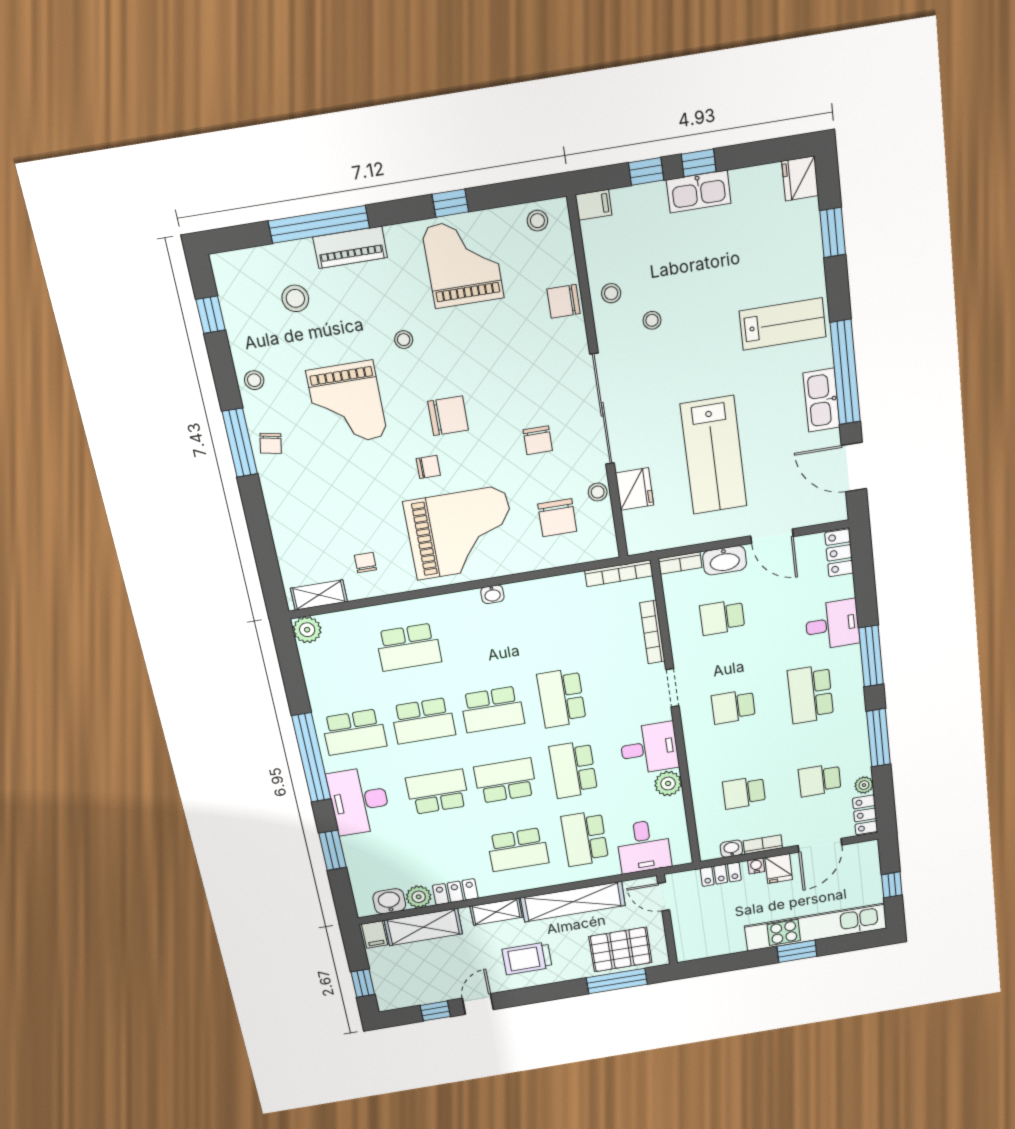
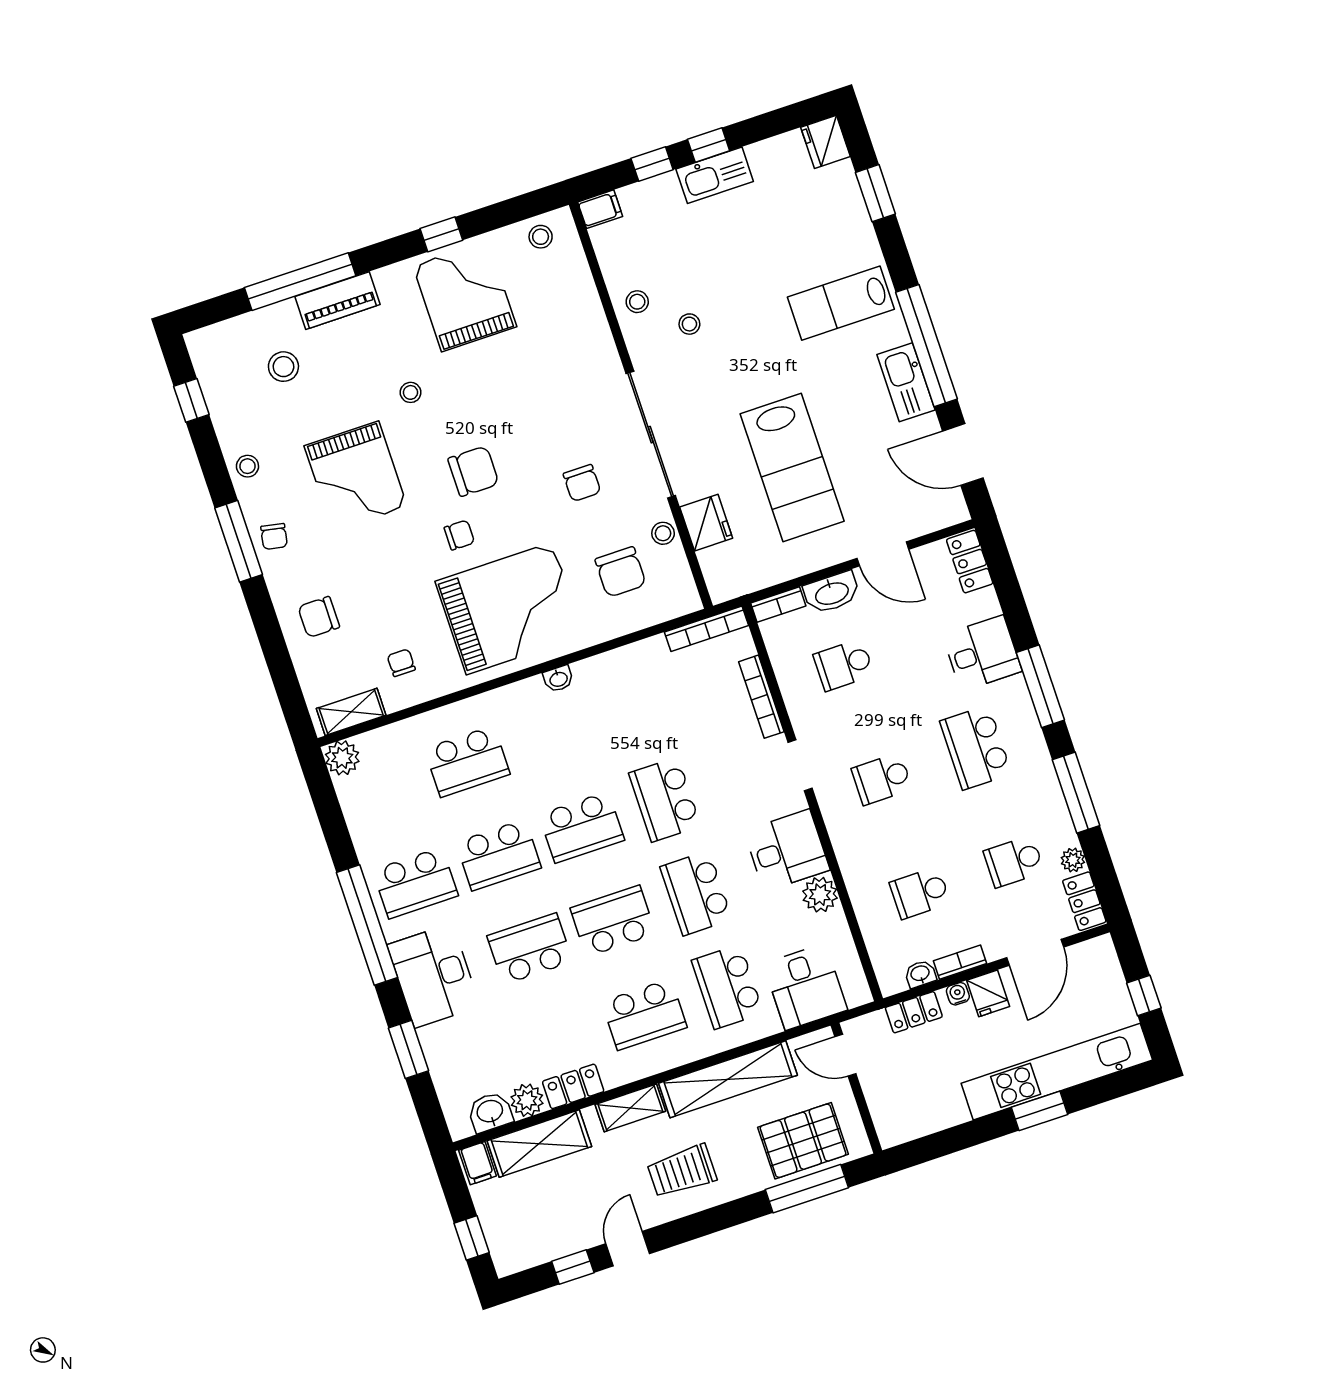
chair: (564, 301) -> (319, 617), moved
lab bench: (783, 324) -> (841, 303), turned 180

